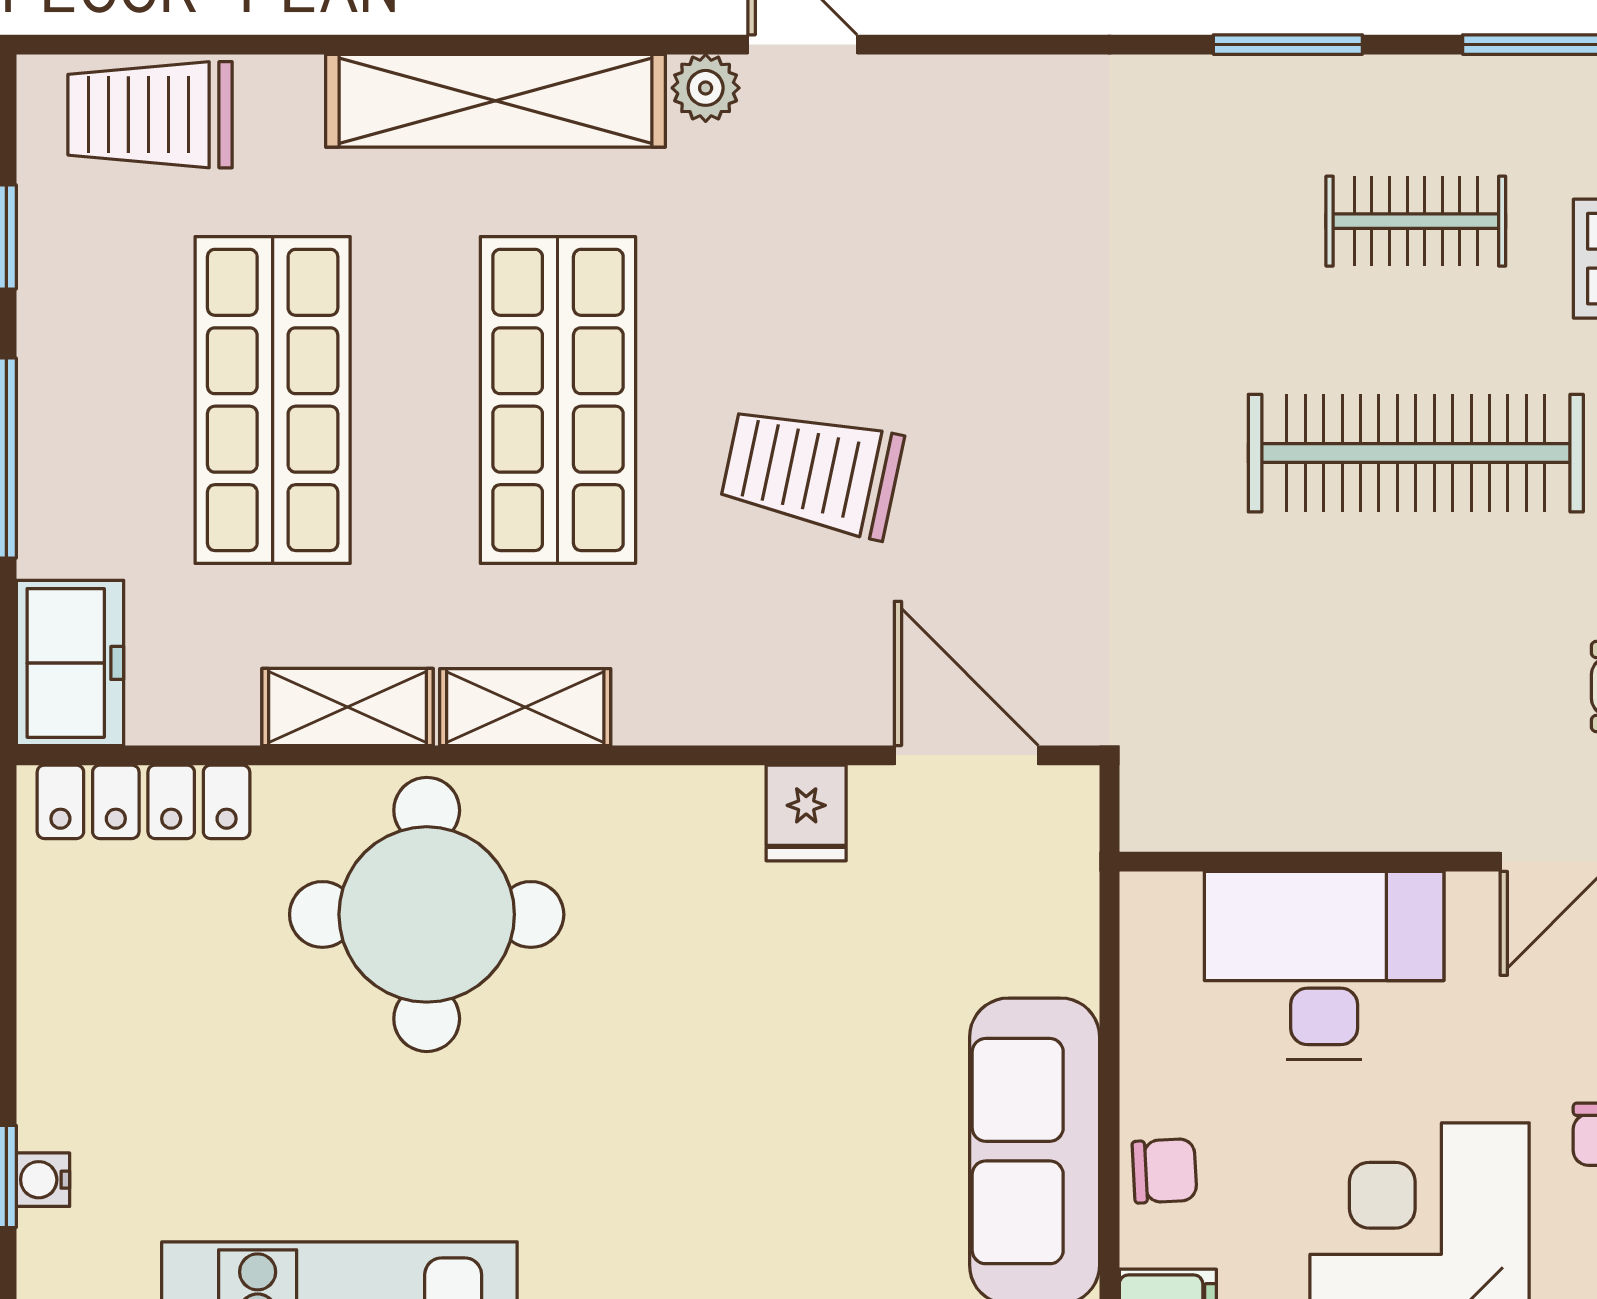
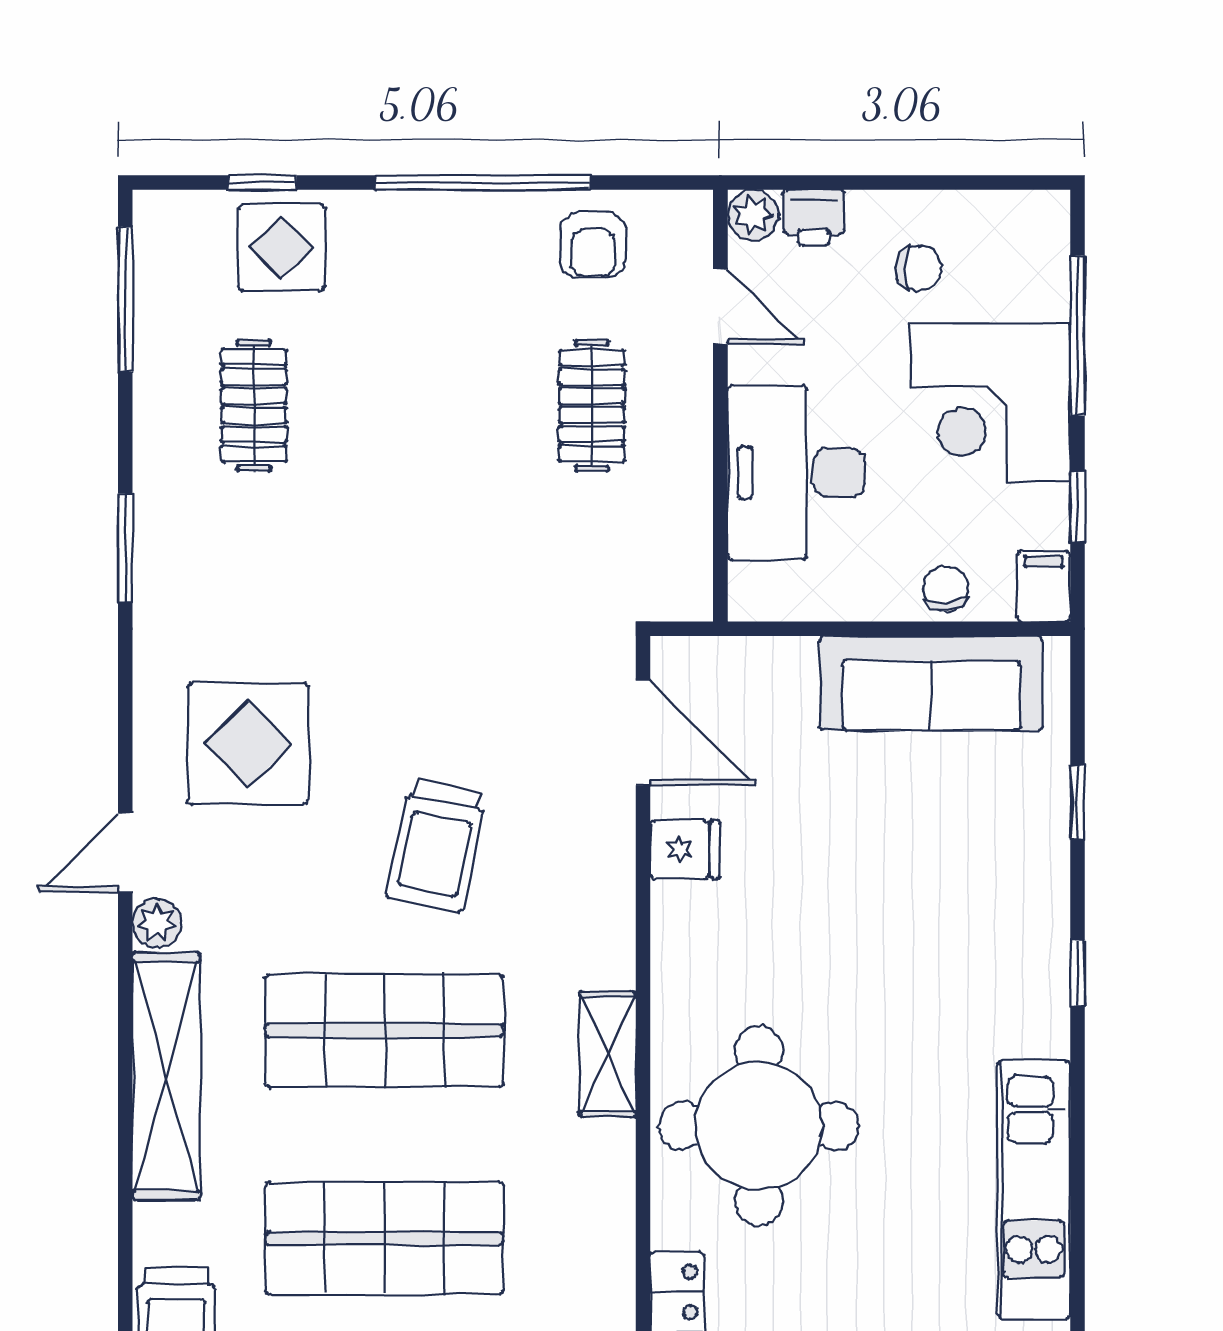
window: (1288, 45) -> (125, 548), moved
display table: (951, 213) -> (248, 744), added
clothes rail: (1416, 453) -> (592, 406), moved, width x0.54, depth x0.76
shelving: (348, 707) -> (608, 1184), removed
door: (966, 755) -> (643, 733), swing flipped

